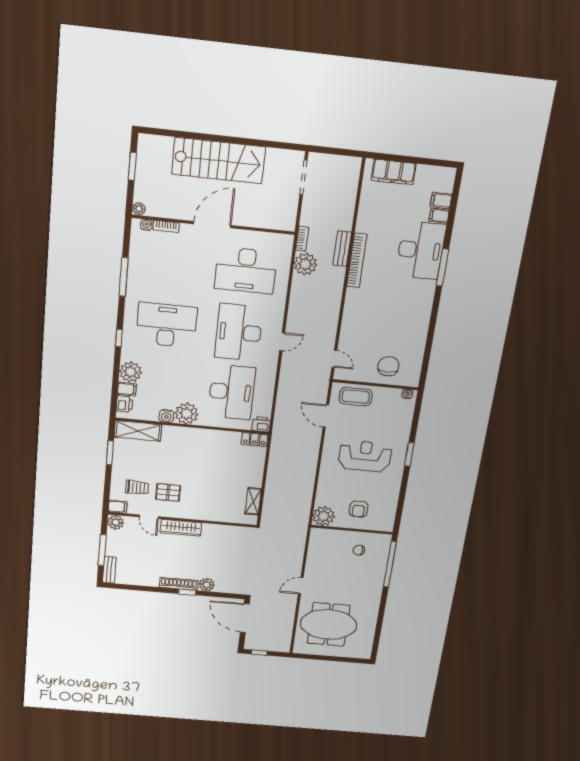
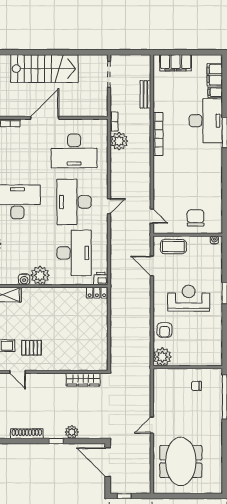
filing cabinet: (441, 200) -> (215, 75), width x2.00
bench: (342, 249) -> (145, 94), moved
shelving: (253, 501) -> (102, 349), removed
armchair: (359, 509) -> (165, 330), moved
wardrobe: (181, 528) -> (83, 380), moved
shoe rack: (179, 584) -> (27, 434), moved
meeting table: (329, 624) -> (181, 461), turned 90

